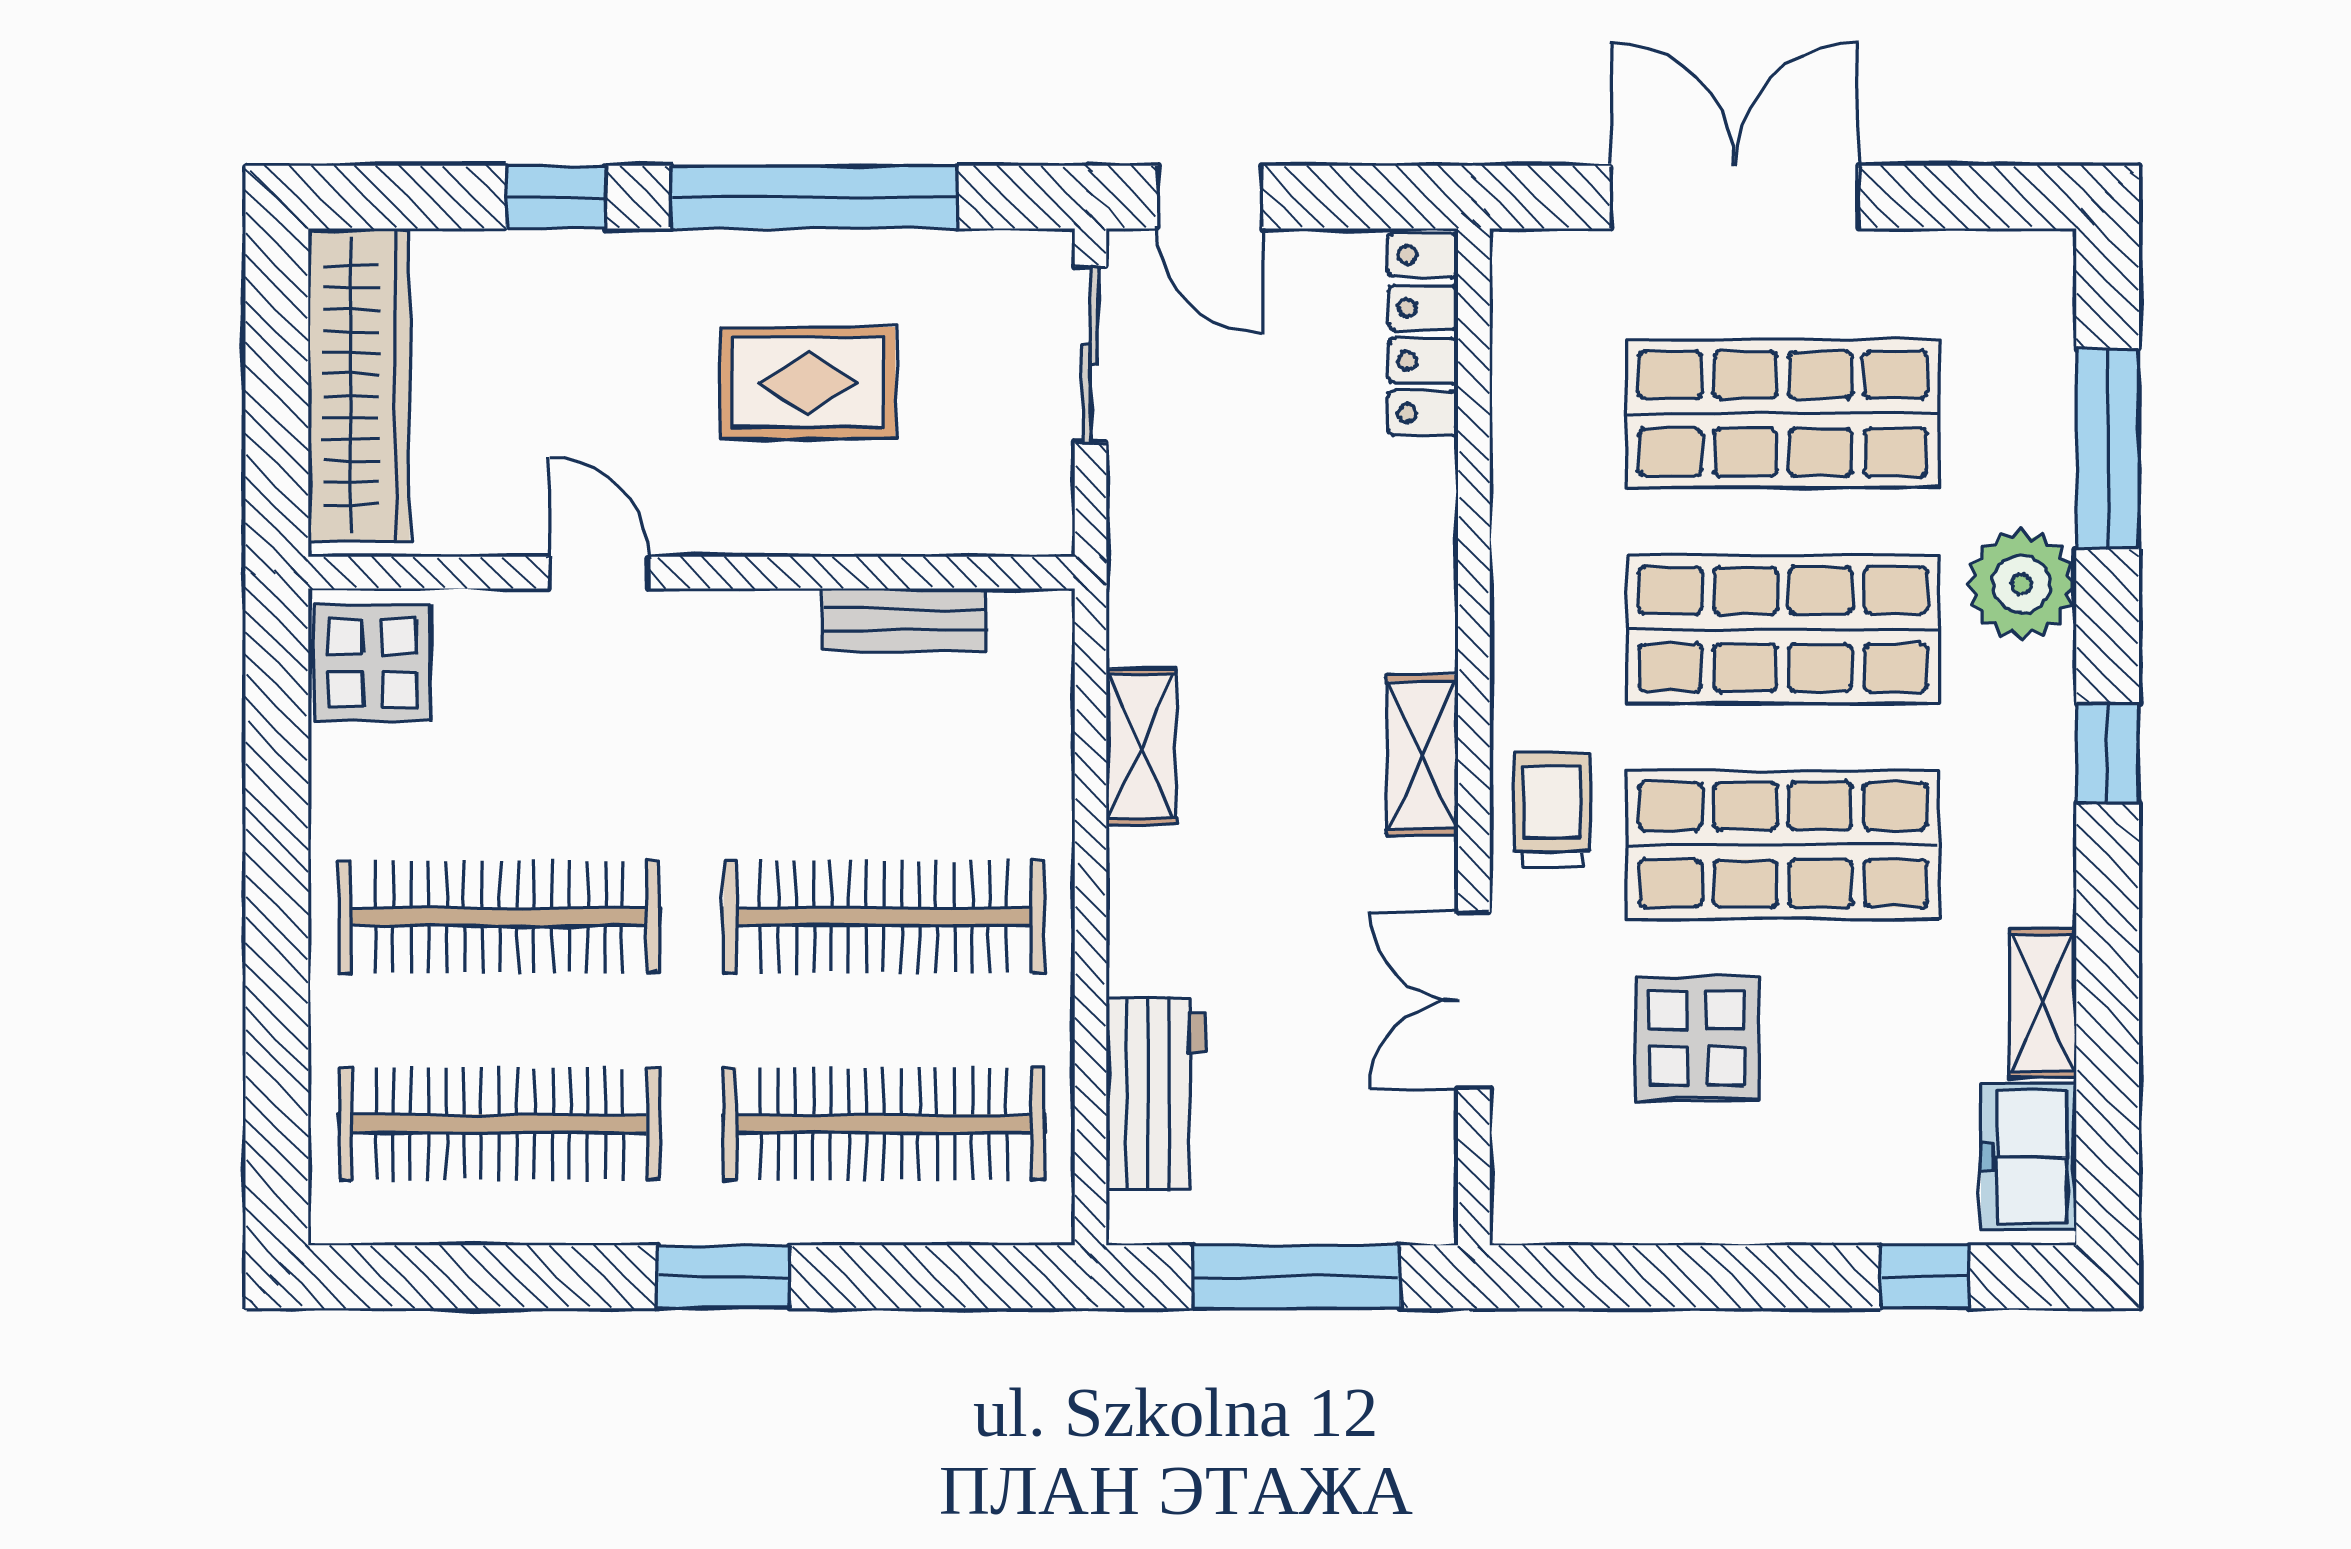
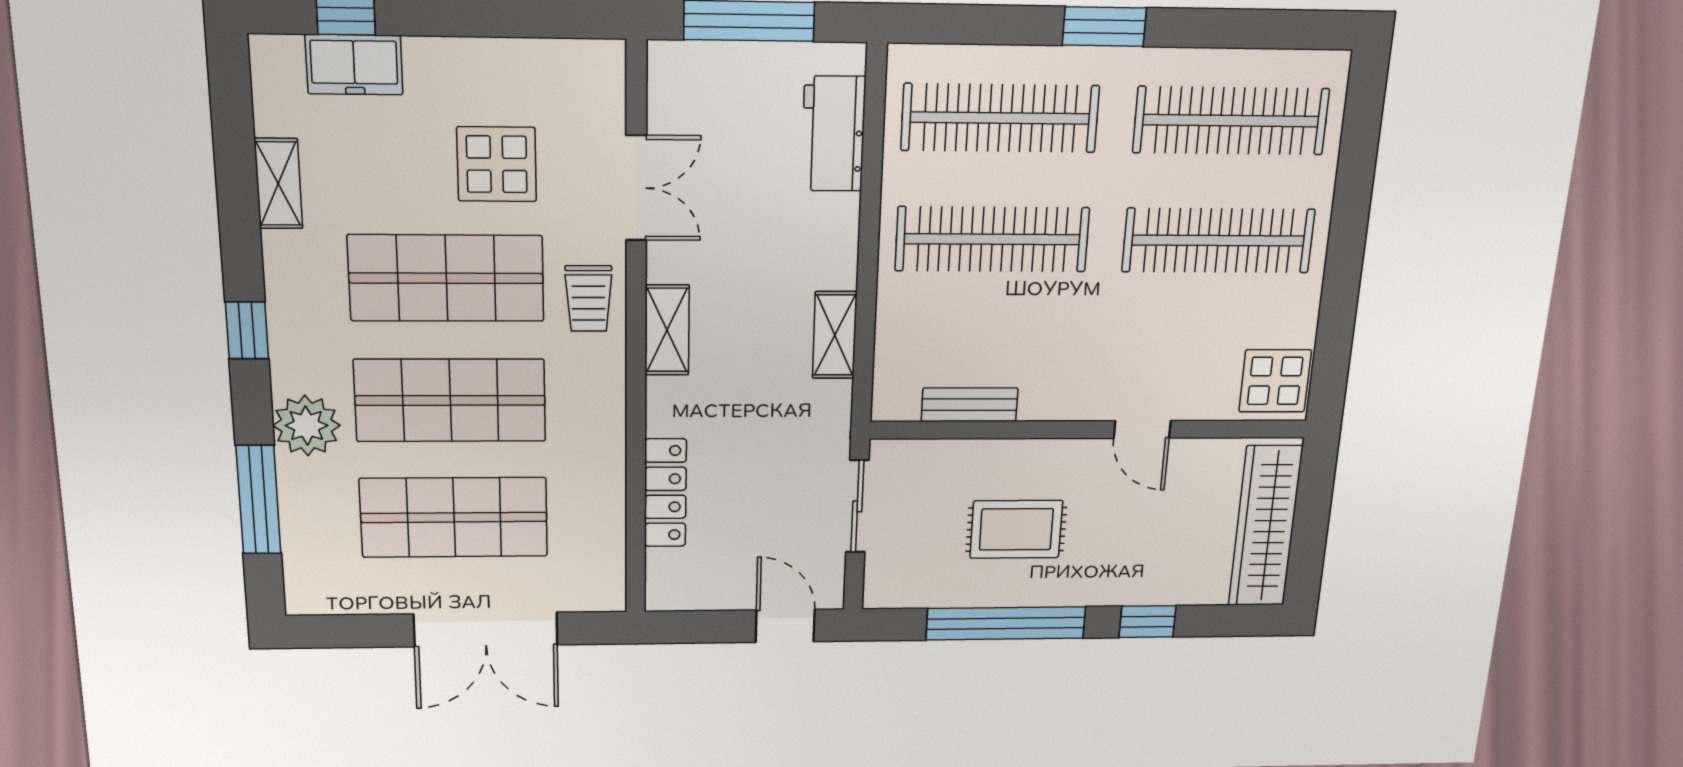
locker: (1423, 334) -> (665, 493), moved
sliding door: (1091, 355) -> (857, 506), moved
freezer: (2029, 1157) -> (354, 65), moved, turned 90

